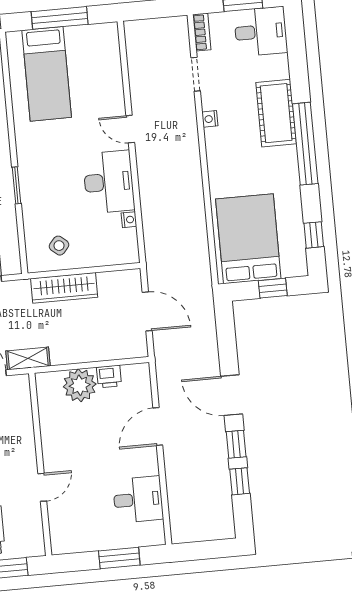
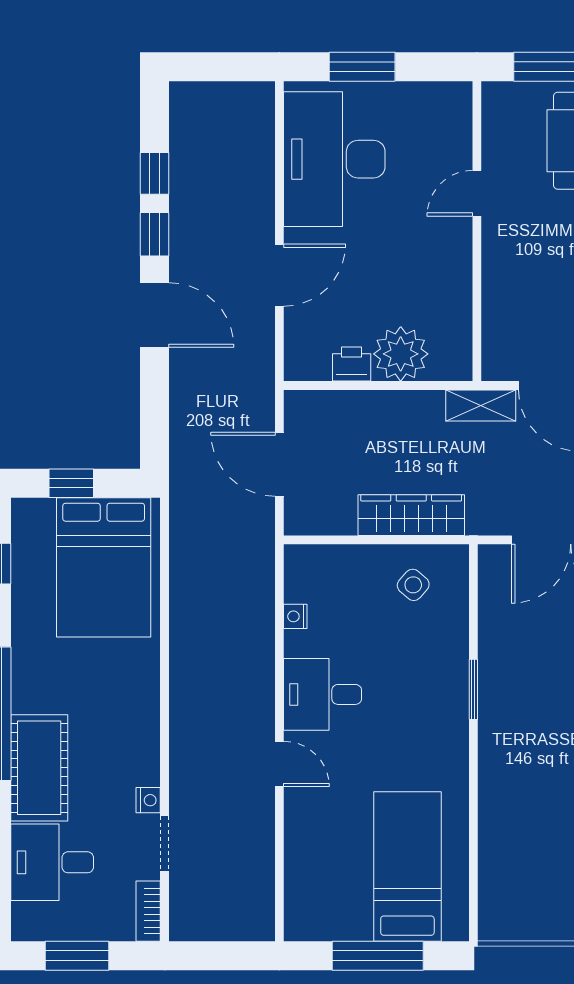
desk: (261, 32) -> (52, 862), moved
nightstand: (210, 119) -> (148, 800), moved
desk: (109, 182) -> (323, 694), width x0.73
desk: (138, 499) -> (334, 159), width x1.87, depth x1.30

